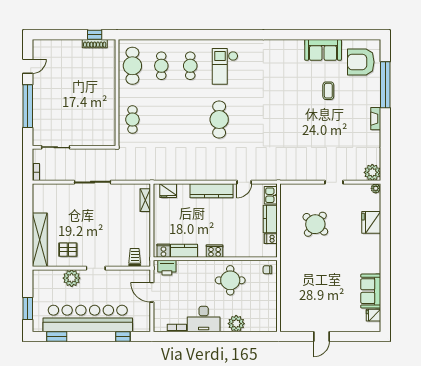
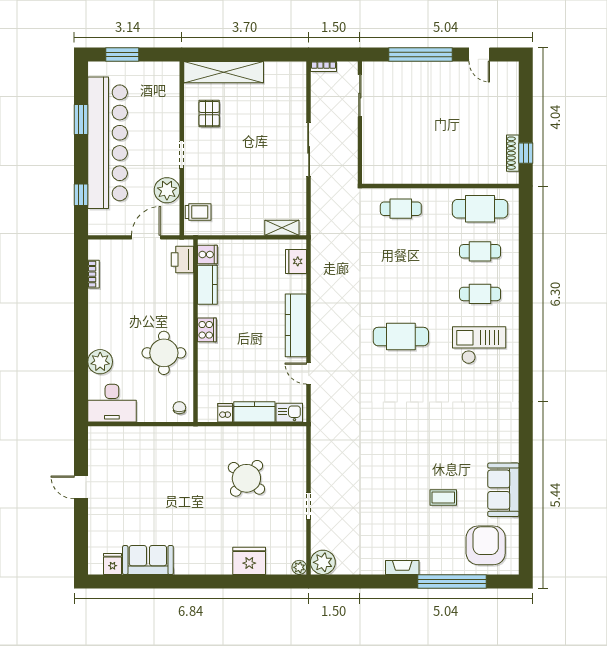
plant: (72, 278) -> (167, 190), moved
desk: (204, 319) -> (112, 403), moved, turned -90
window: (57, 336) -> (81, 119), moved

